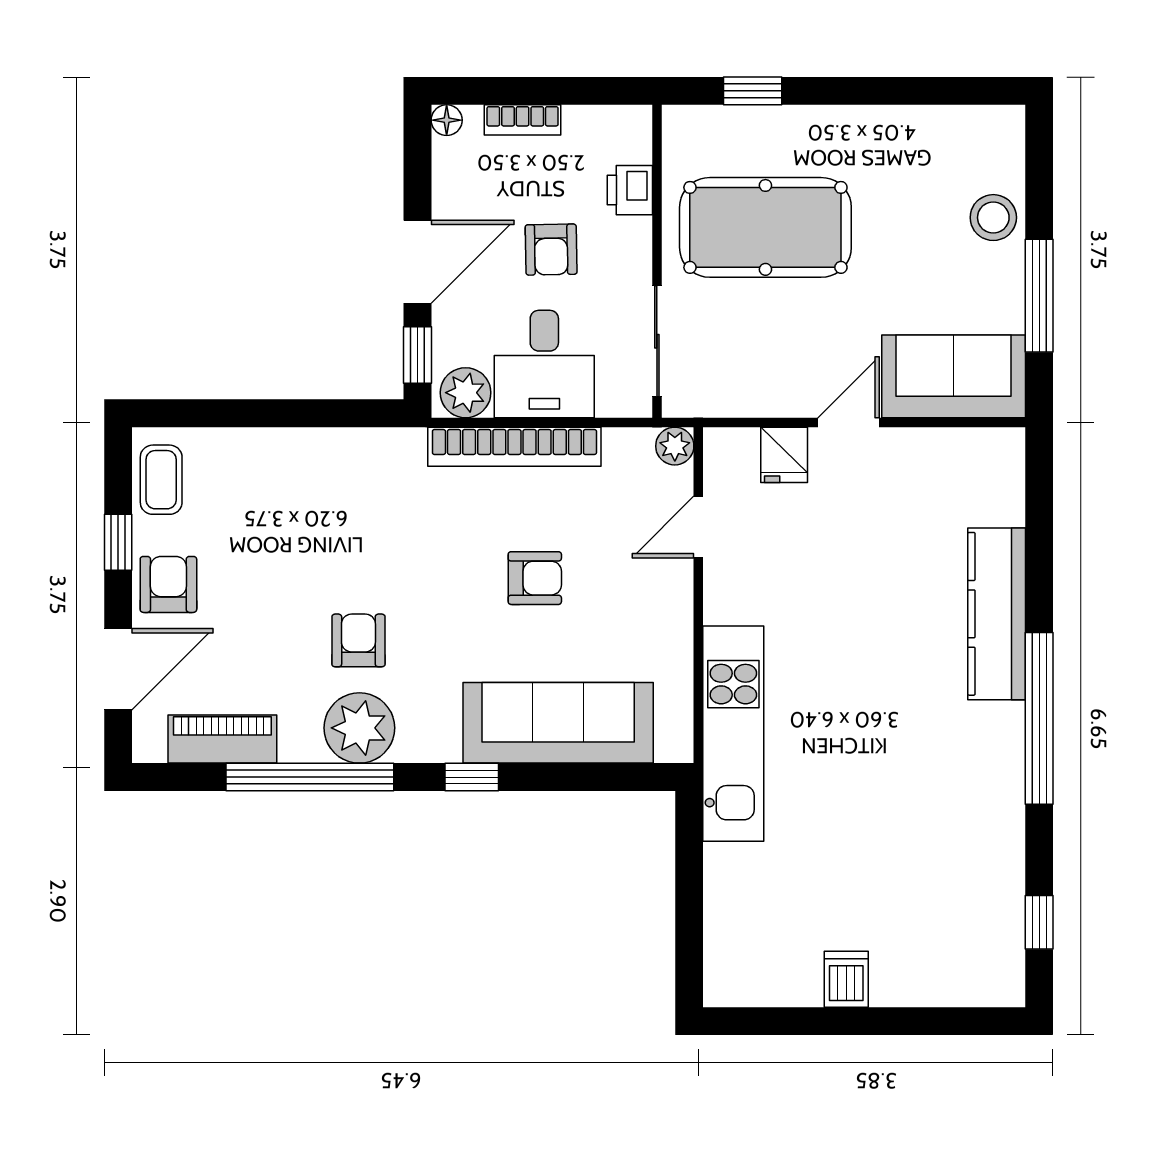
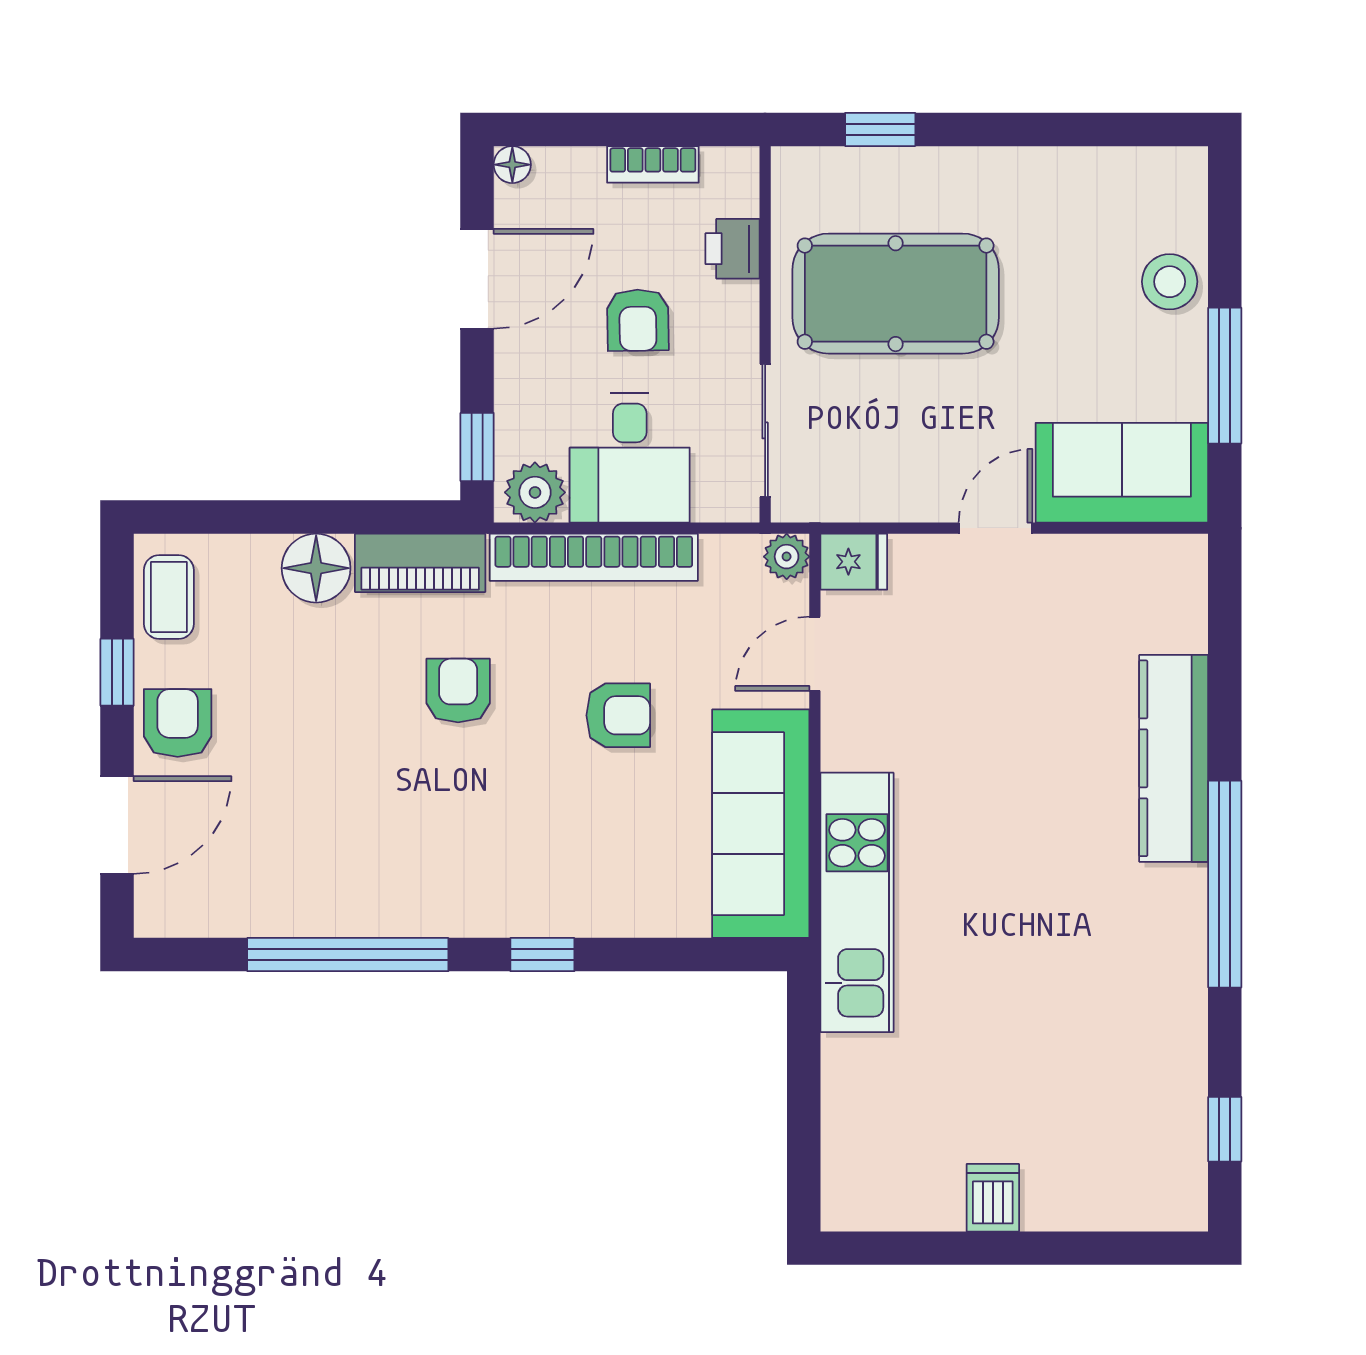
bookcase: (523, 120) -> (653, 164), moved
door: (417, 262) -> (477, 279), moved
fridge: (784, 455) -> (854, 562), moved, turned -90
floor lamp: (284, 456) -> (316, 568), added
armchair: (358, 640) -> (458, 691), moved
sofa: (558, 723) -> (761, 824), moved, turned -90
plant: (359, 728) -> (407, 896), removed
piano: (222, 739) -> (420, 563), moved, turned 180

